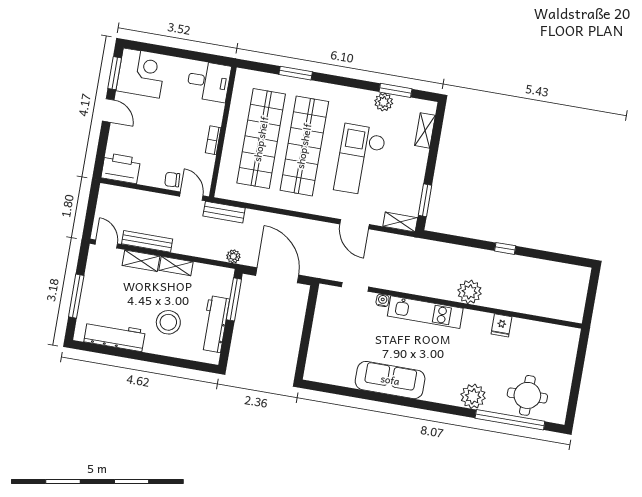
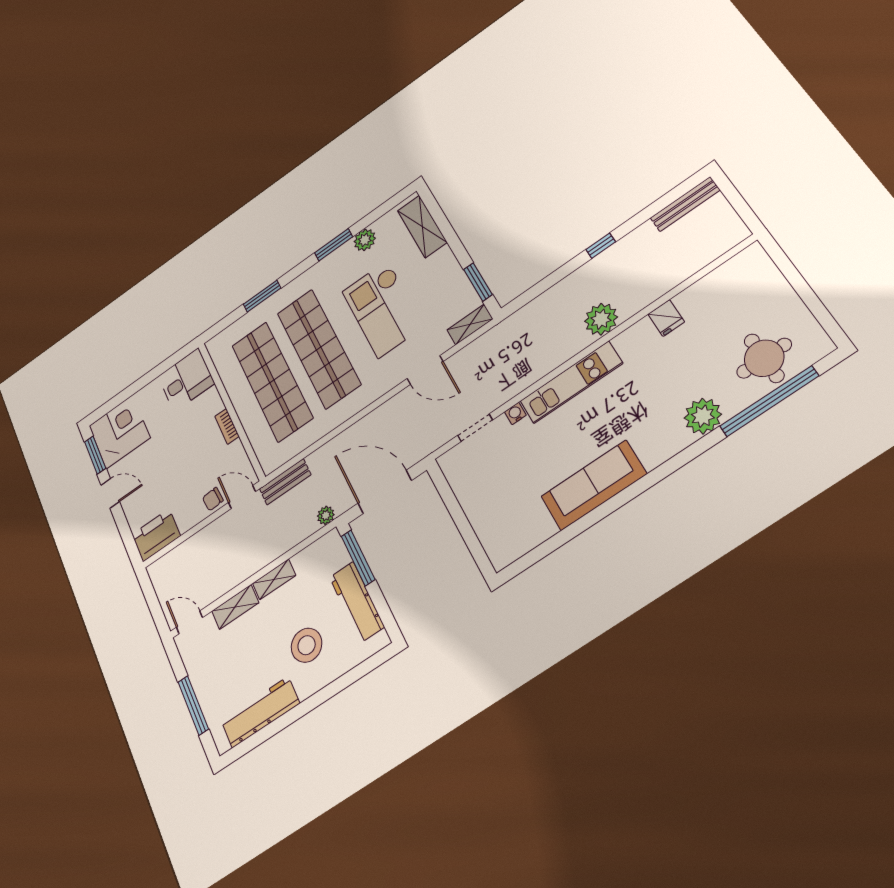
window: (396, 90) -> (334, 245), moved
shelving: (425, 130) -> (422, 226), width x1.50, depth x1.33
bench: (147, 241) -> (685, 204), moved

